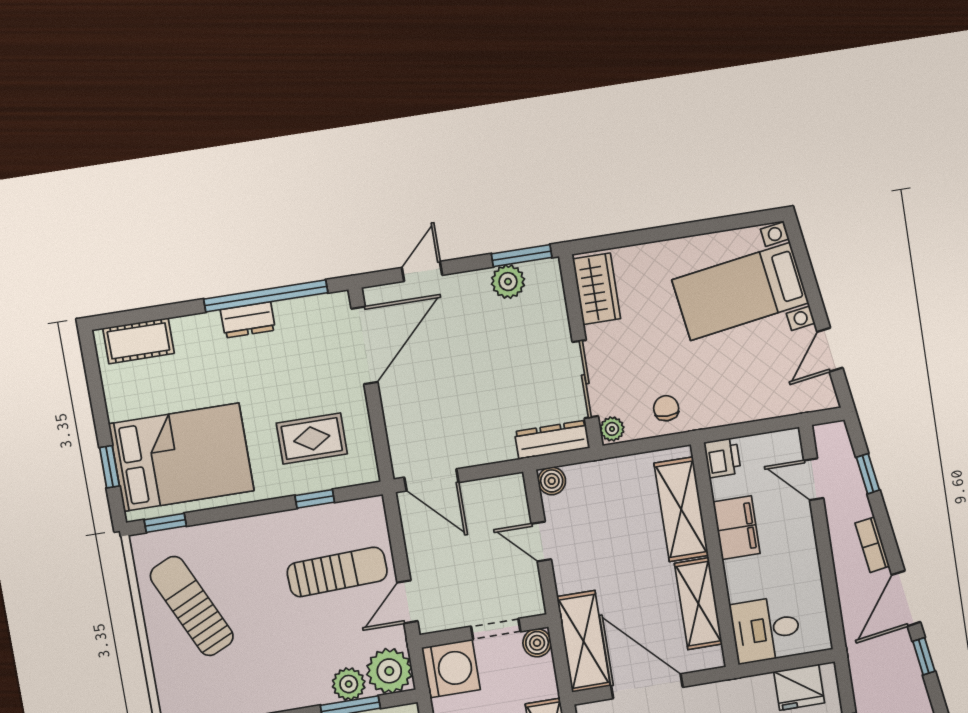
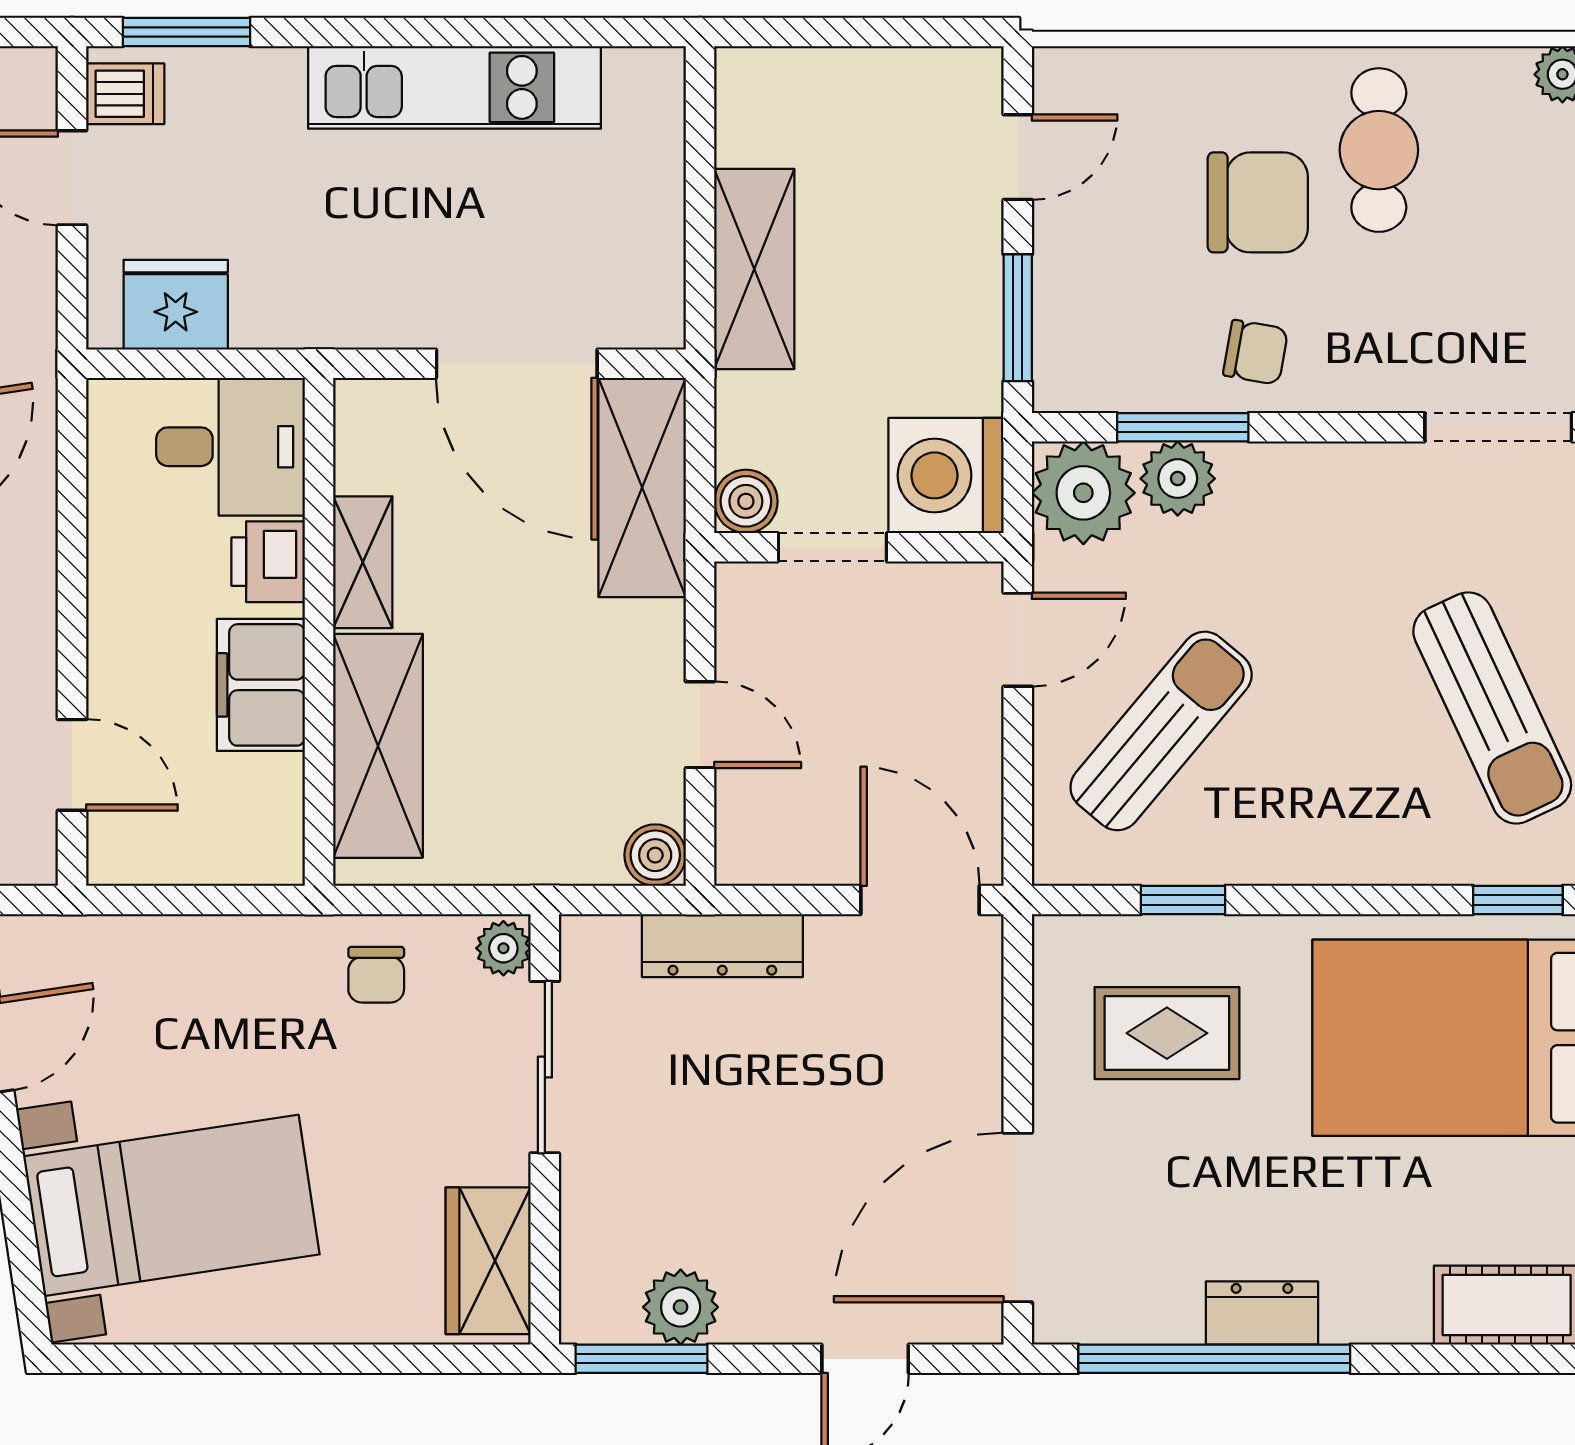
dresser: (552, 440) -> (722, 946), moved
printer: (722, 458) -> (268, 562), moved
sun lounger: (337, 572) -> (1161, 731), turned 132
shelving: (698, 604) -> (363, 562), width x0.67, depth x0.75

